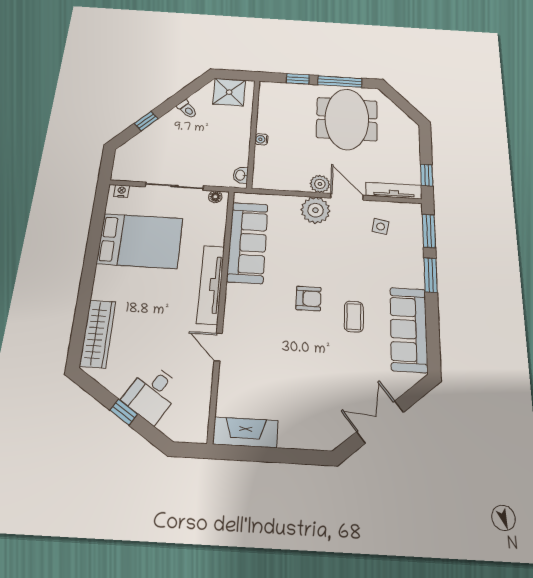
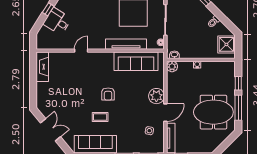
plant: (320, 184) -> (172, 66), moved
tv unit: (211, 284) -> (126, 44), moved

